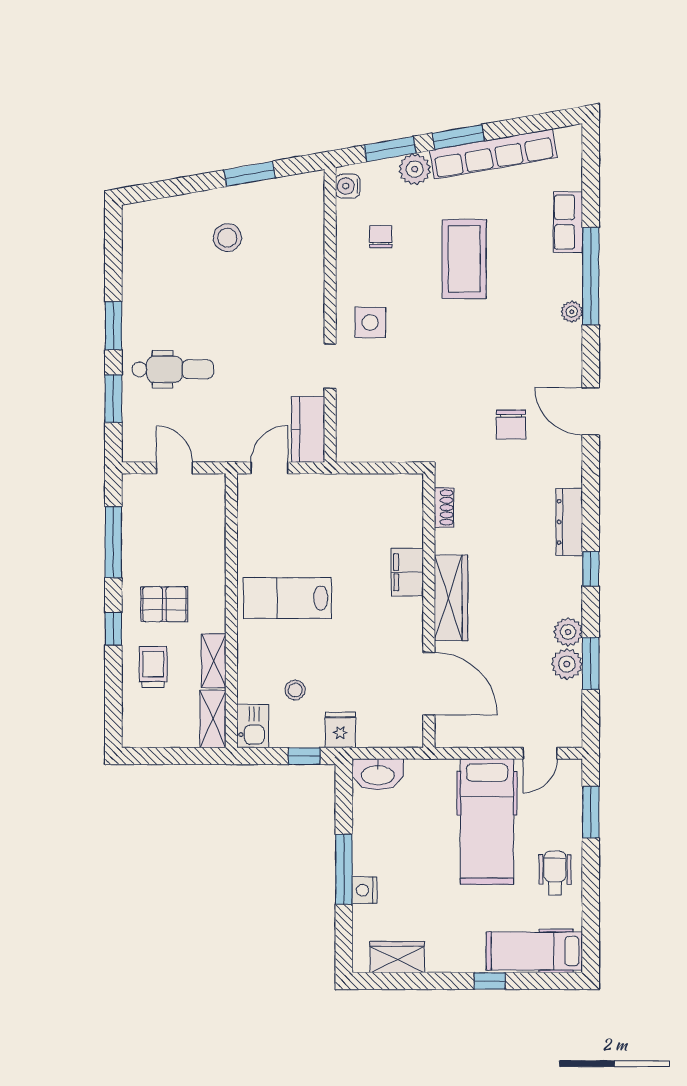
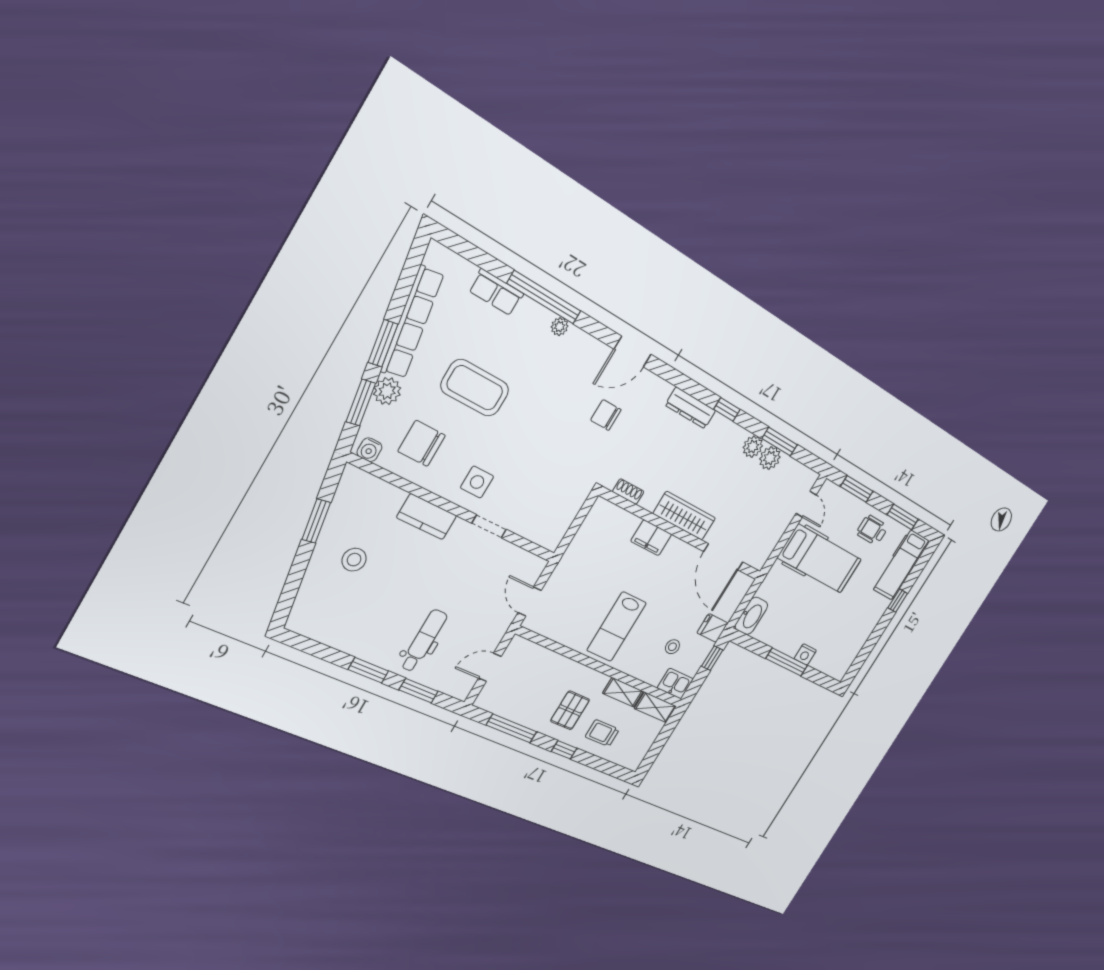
chair: (381, 237) -> (422, 443), width x1.87, depth x1.87
chair: (511, 425) -> (606, 415), turned 180
kitchen counter: (308, 430) -> (427, 517), moved
door: (429, 684) -> (723, 557), swing flipped
window: (591, 907) -> (903, 517), added
wardrobe: (397, 957) -> (850, 651), removed

